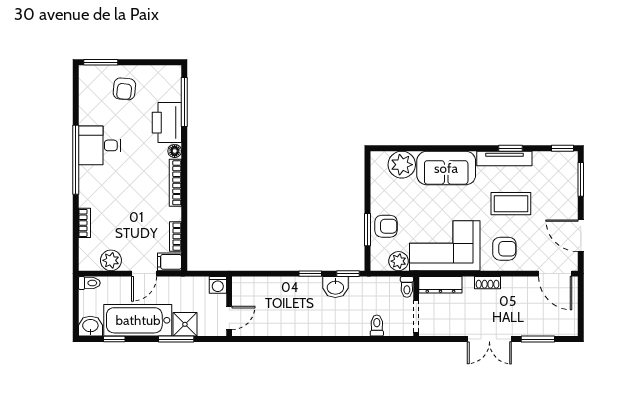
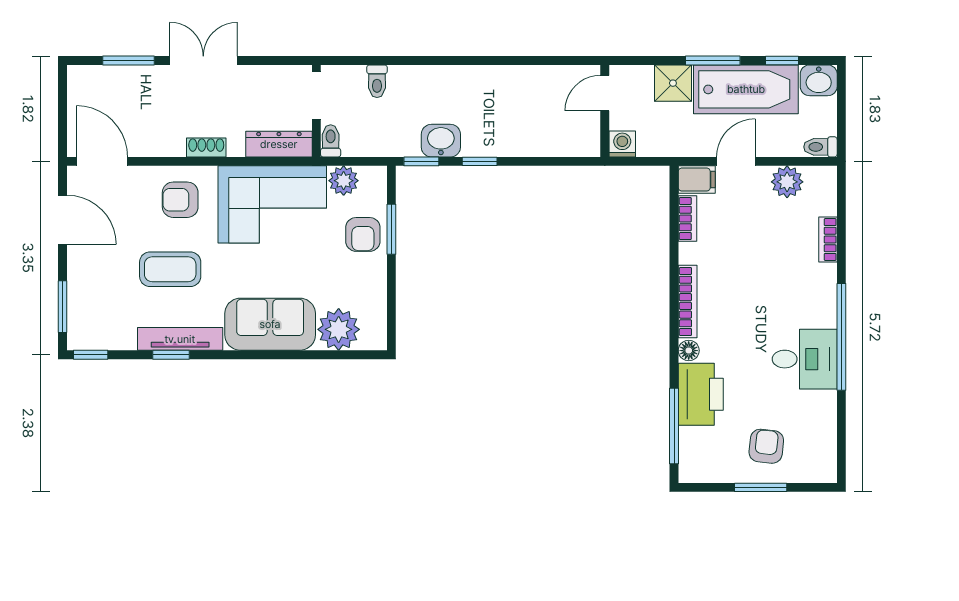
window: (101, 62) -> (761, 487), moved
armchair: (386, 226) -> (363, 234), turned -90
window: (176, 339) -> (713, 60), moved

